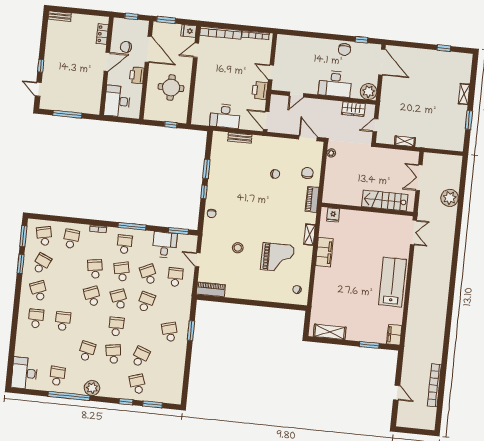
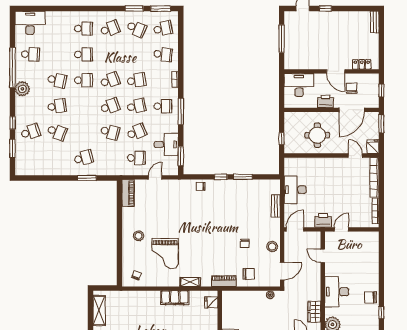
stool: (282, 146) -> (272, 247), added
stool: (238, 248) -> (139, 236), moved
school desk: (116, 327) -> (83, 80), moved

